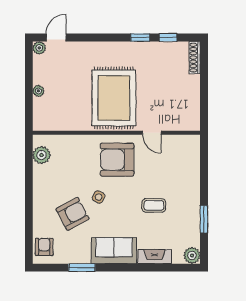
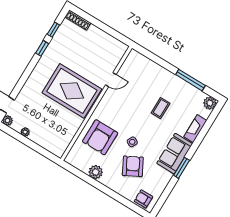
plant: (38, 91) -> (25, 132), moved
plant: (42, 155) -> (96, 172), moved
armchair: (117, 160) -> (100, 137), moved
window: (204, 219) -> (190, 80), width x1.44
window: (82, 268) -> (182, 168), moved

